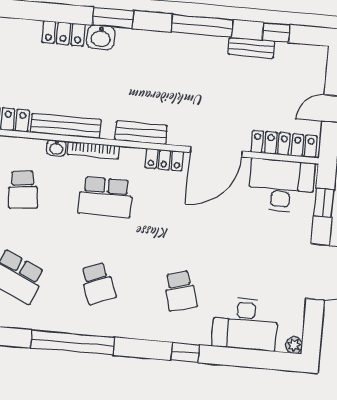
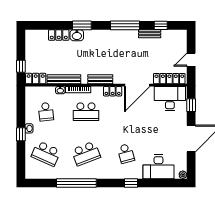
school desk: (98, 283) -> (86, 153), width x1.85

